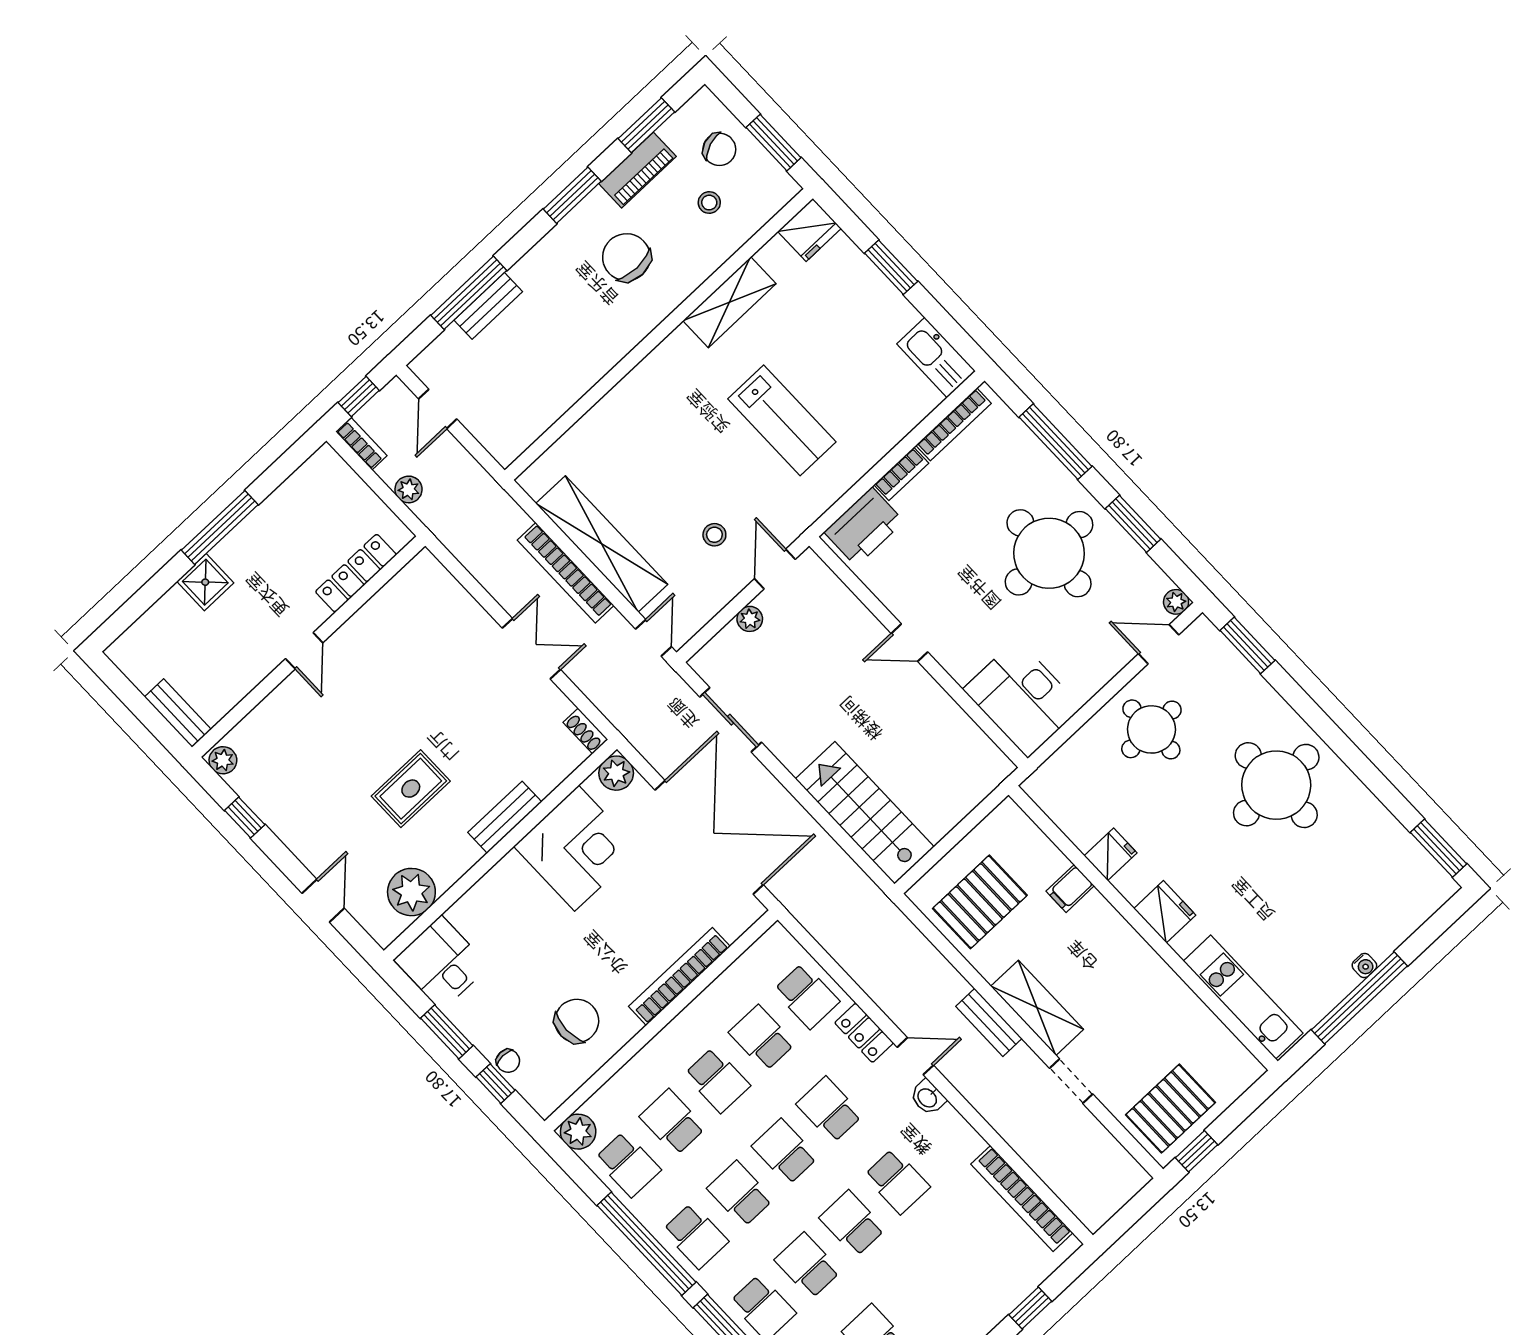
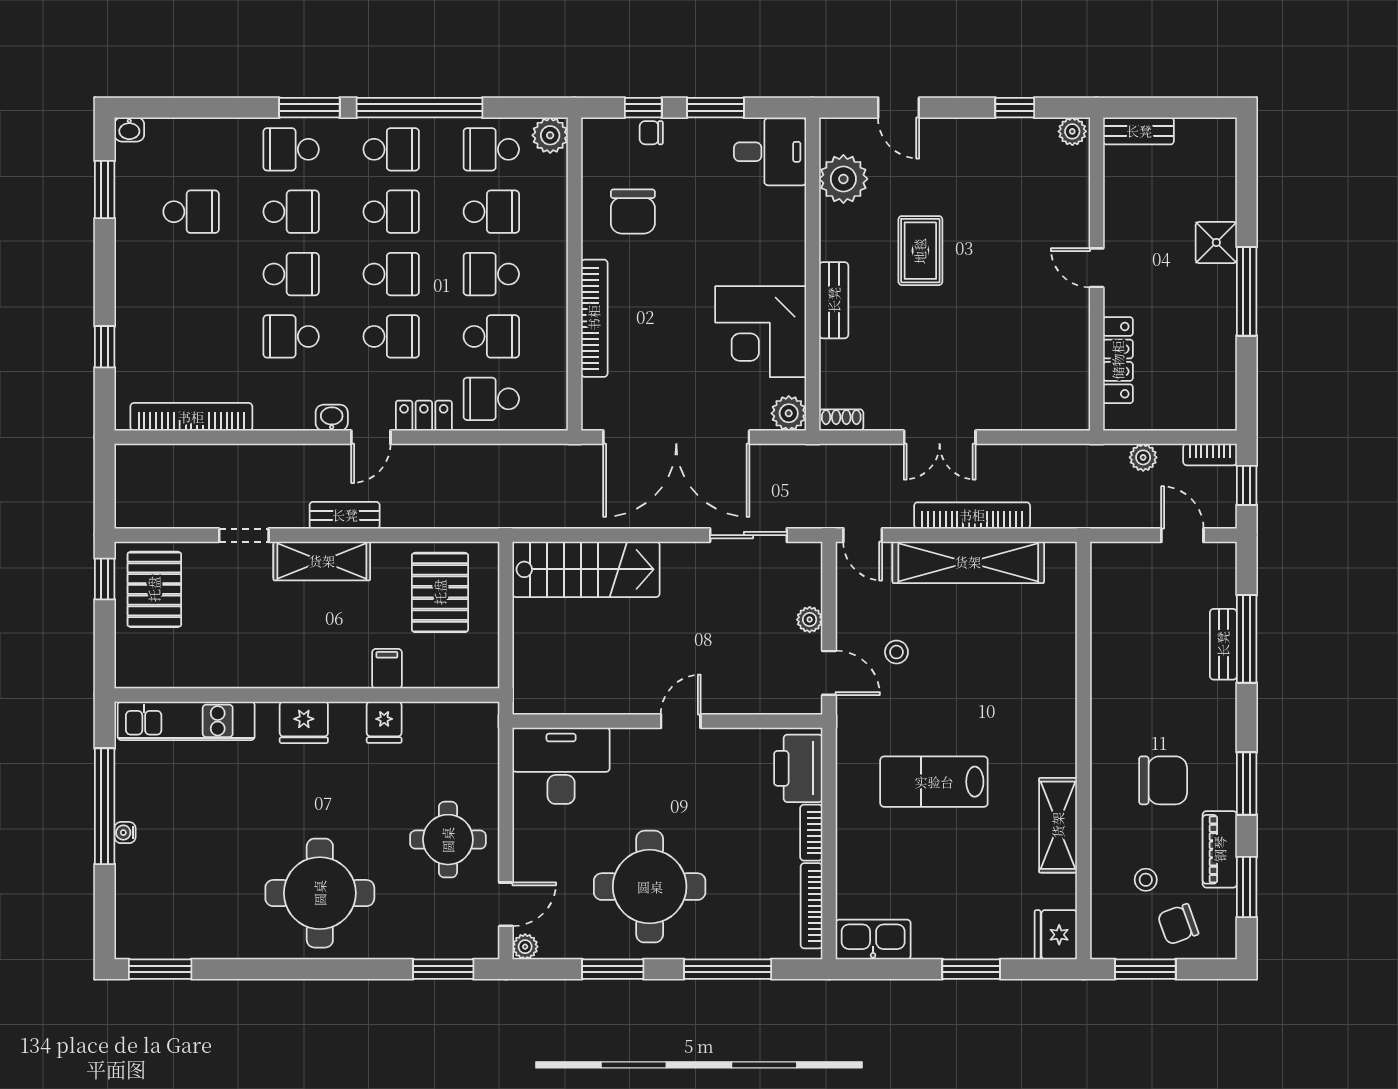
school desk: (695, 1236) -> (391, 149), turned 180

